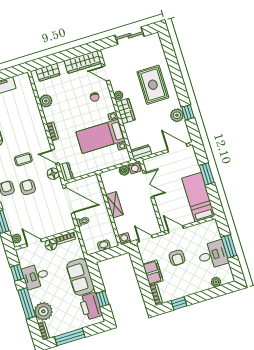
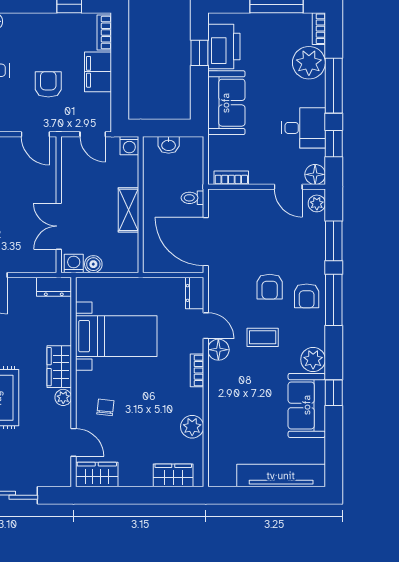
wardrobe: (83, 62) -> (97, 475), width x0.67
floor lamp: (53, 174) -> (218, 350), moved
floor lamp: (51, 245) -> (315, 174), moved

